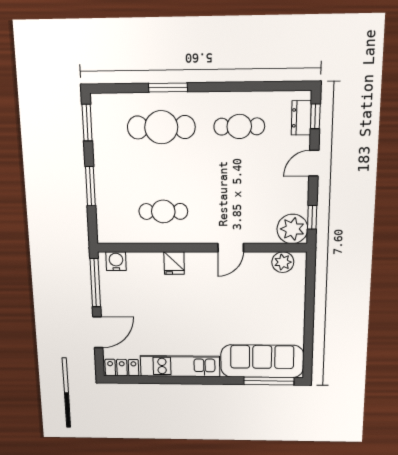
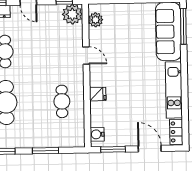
window: (95, 283) -> (113, 149), width x0.69

